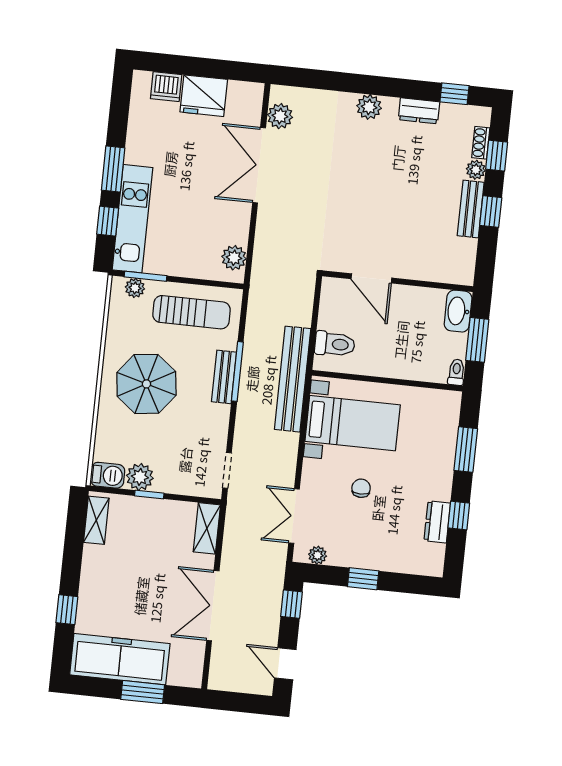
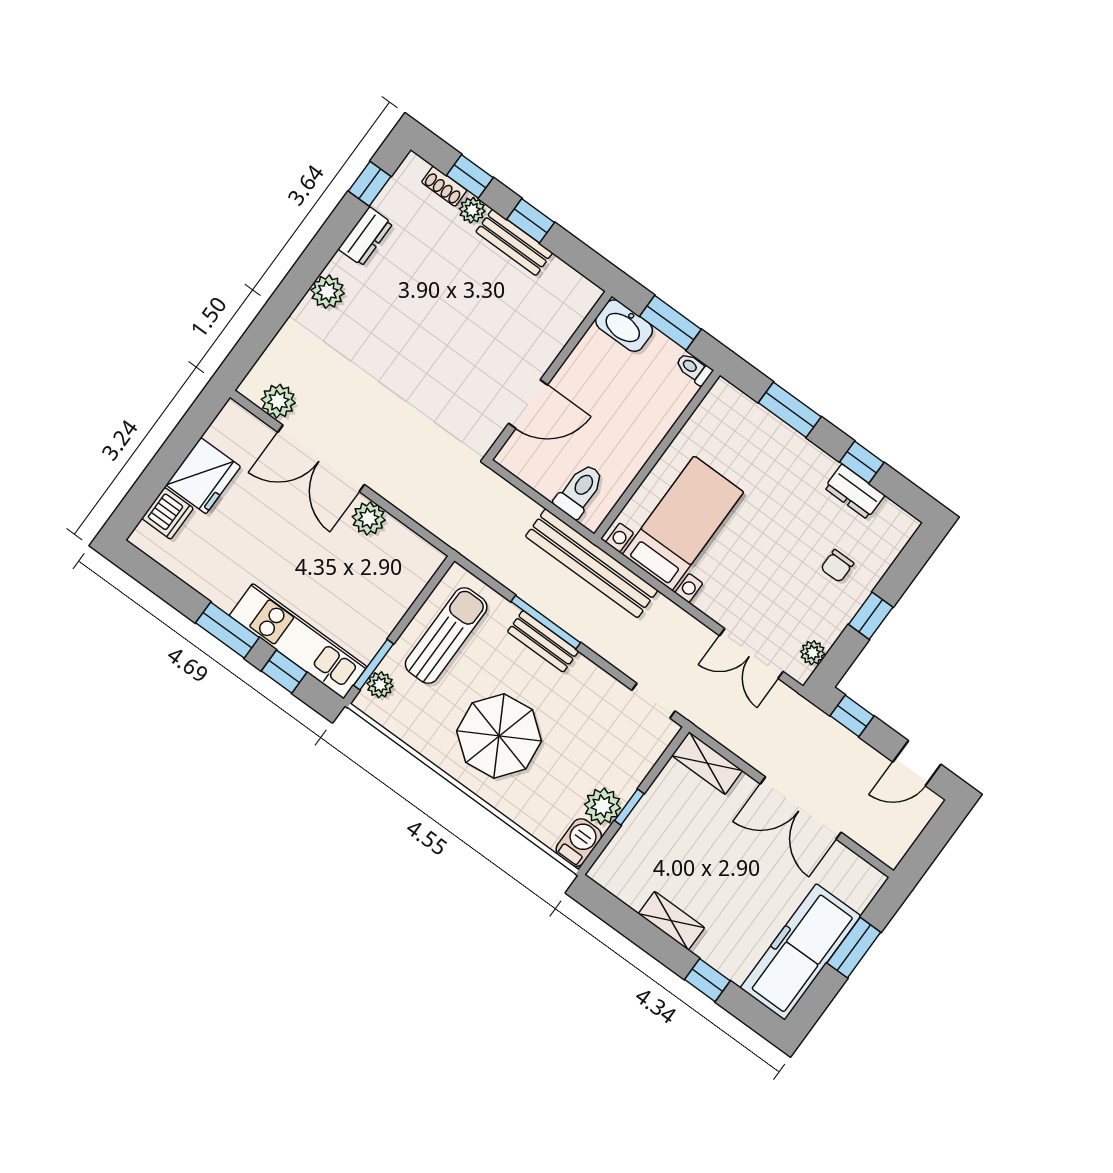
plant: (234, 258) -> (369, 518), moved
chair: (361, 488) -> (837, 566), moved, turned -90
shelving: (96, 520) -> (671, 921), moved

